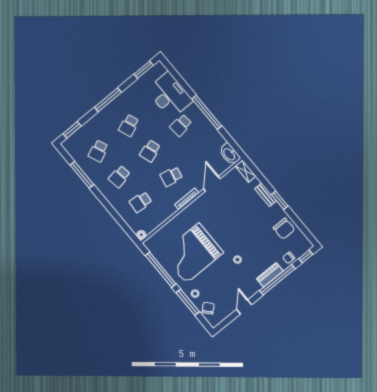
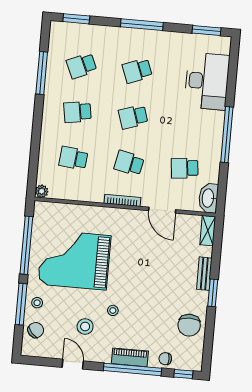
school desk: (181, 125) -> (185, 168), moved
door: (212, 184) -> (162, 210), swing flipped
stool: (231, 282) -> (85, 326), added
door: (244, 307) -> (73, 364), hinge flipped

